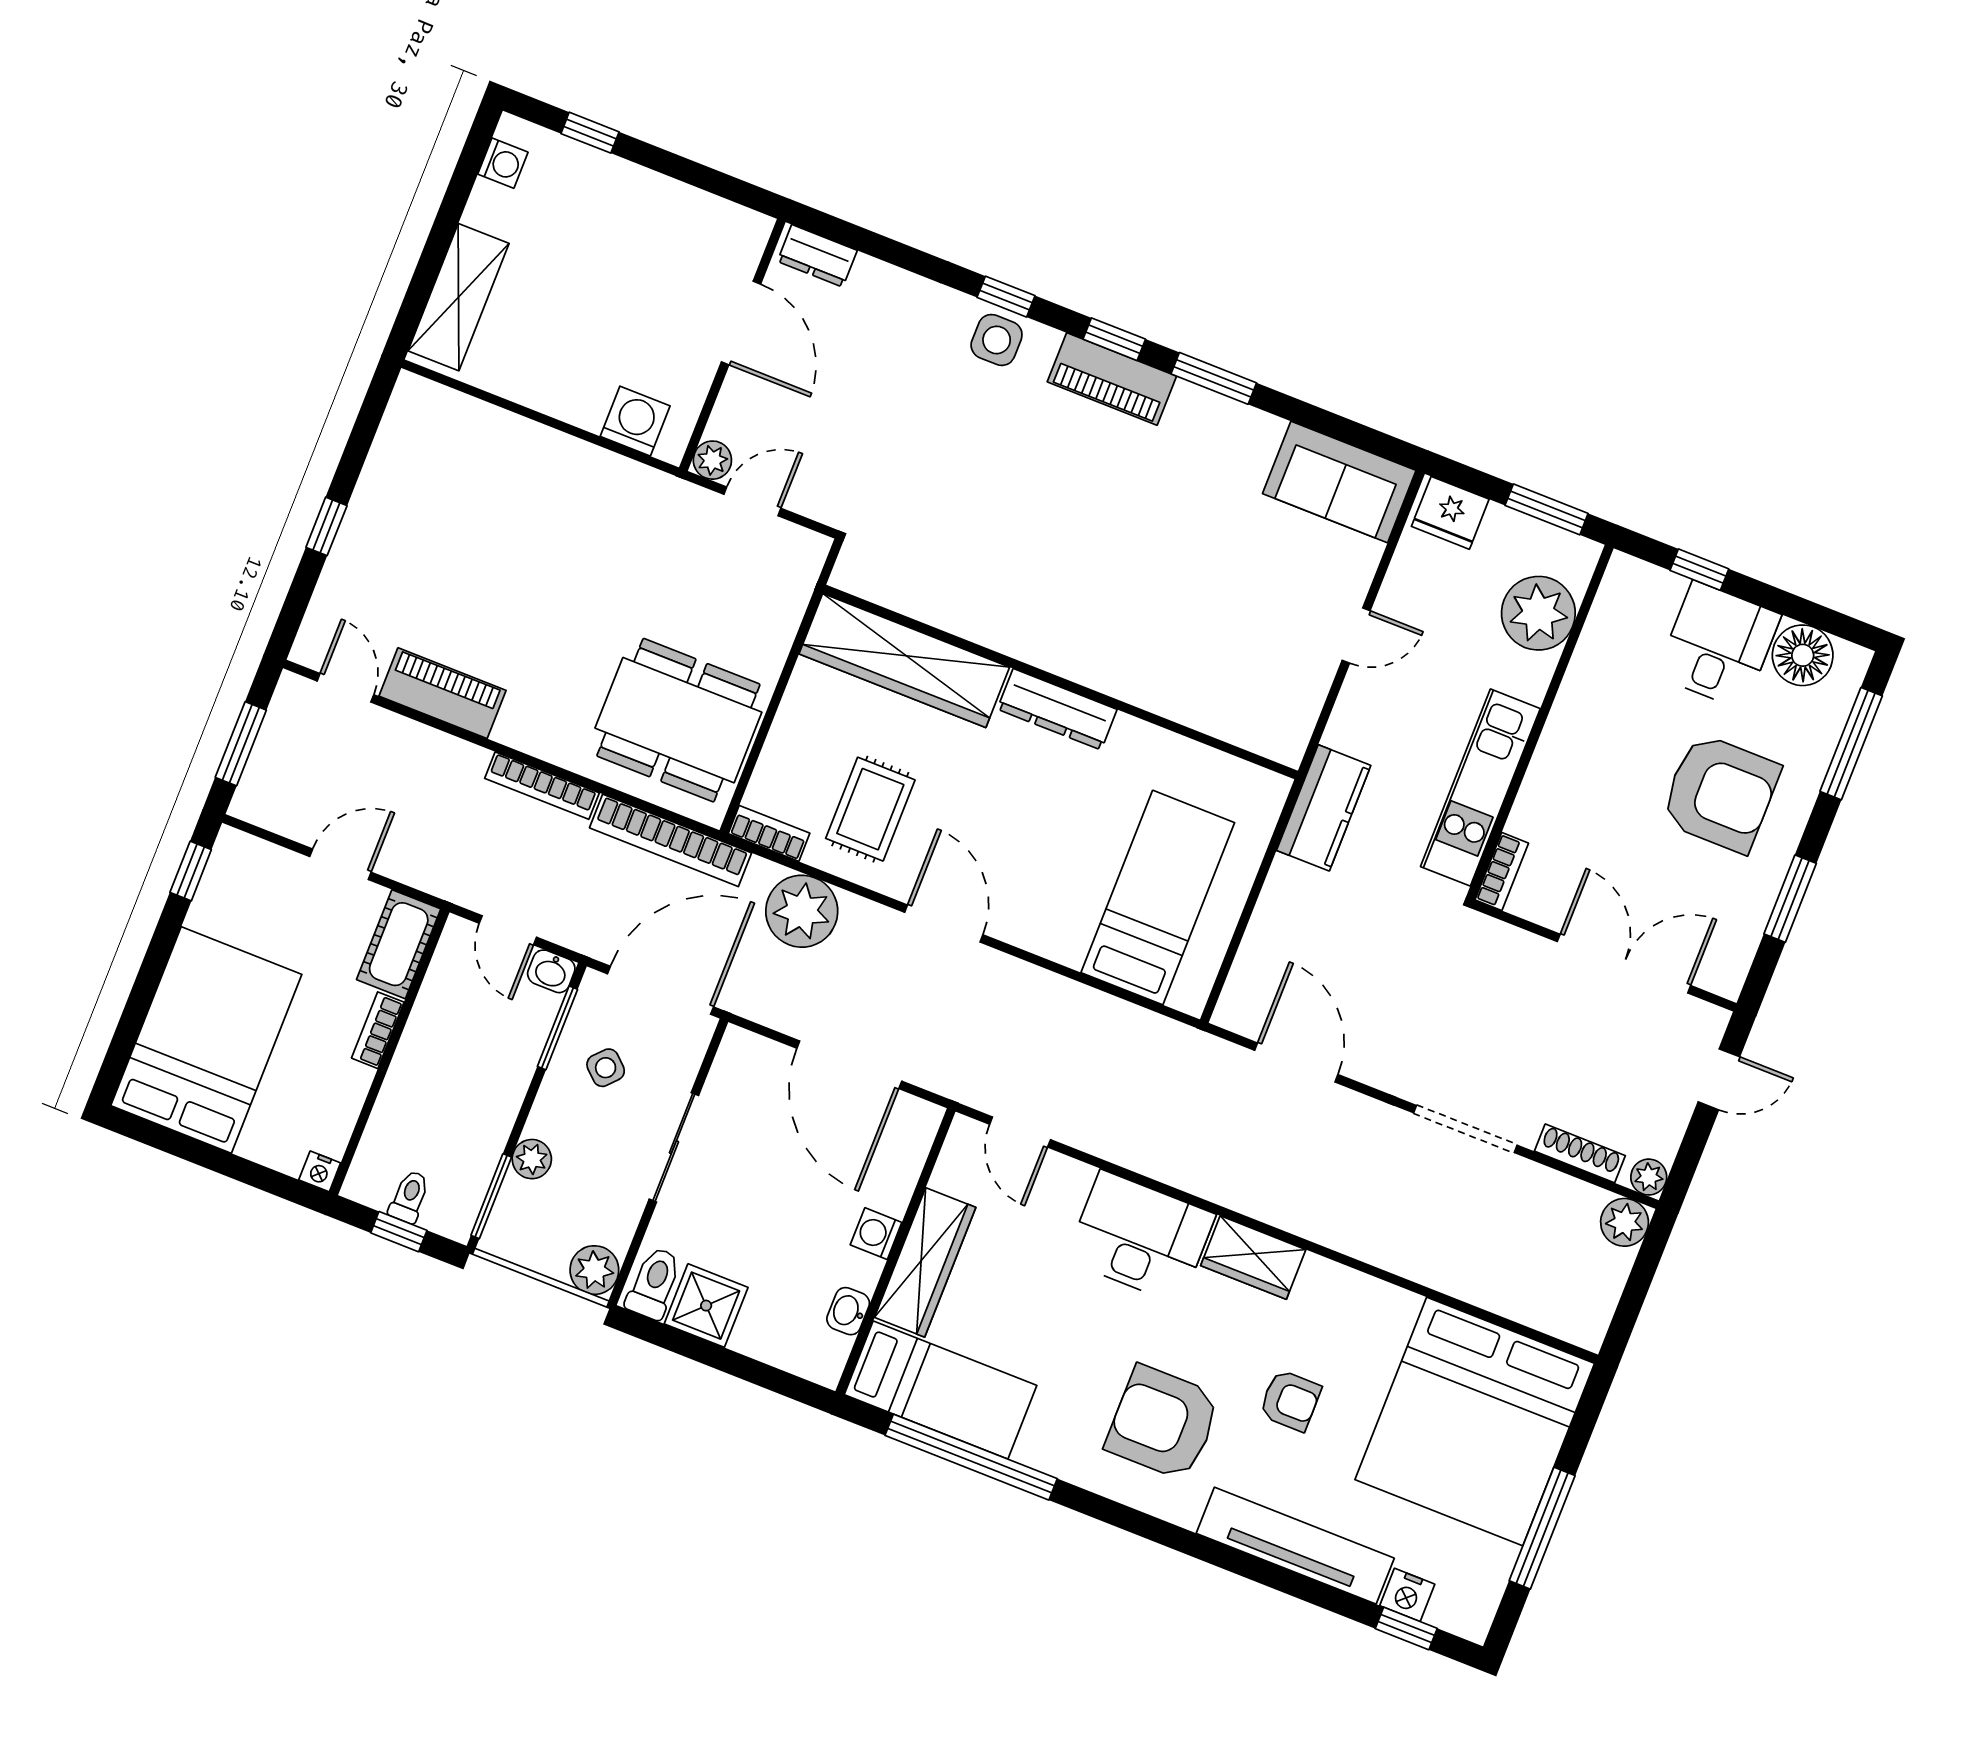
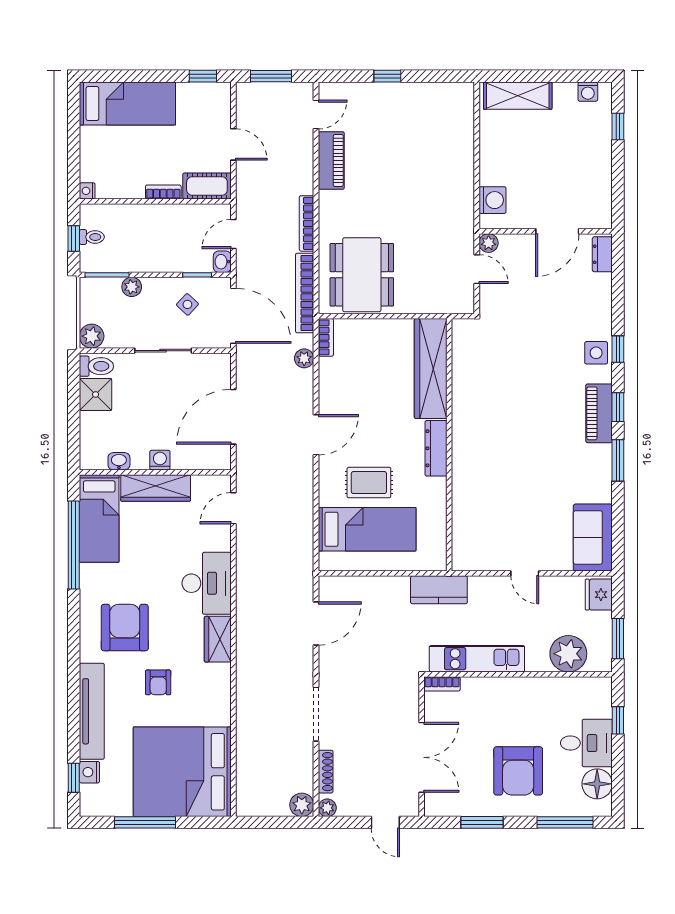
rug: (870, 809) -> (369, 483), moved
plant: (802, 911) -> (304, 358), width x0.53, depth x0.53
window: (557, 1028) -> (197, 275), width x0.67
bed: (206, 1040) -> (127, 104), width x0.67

